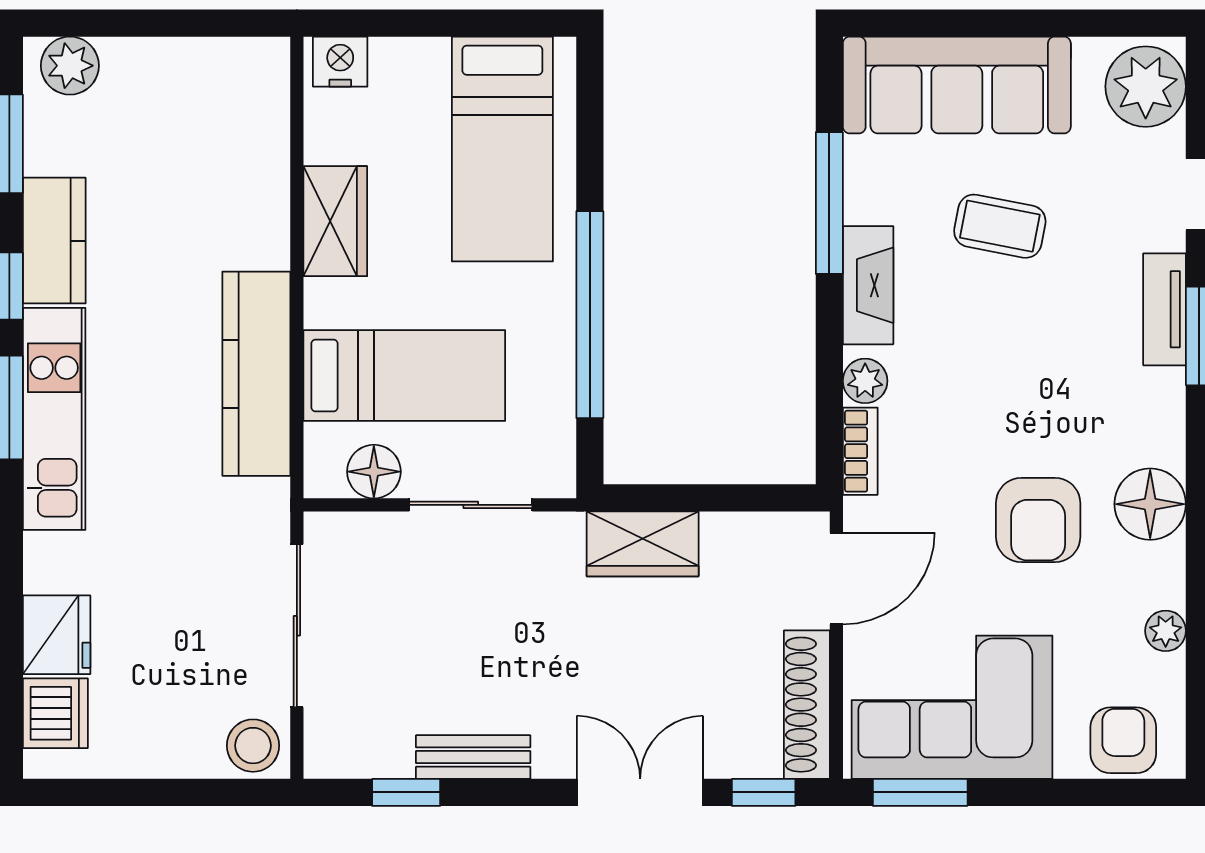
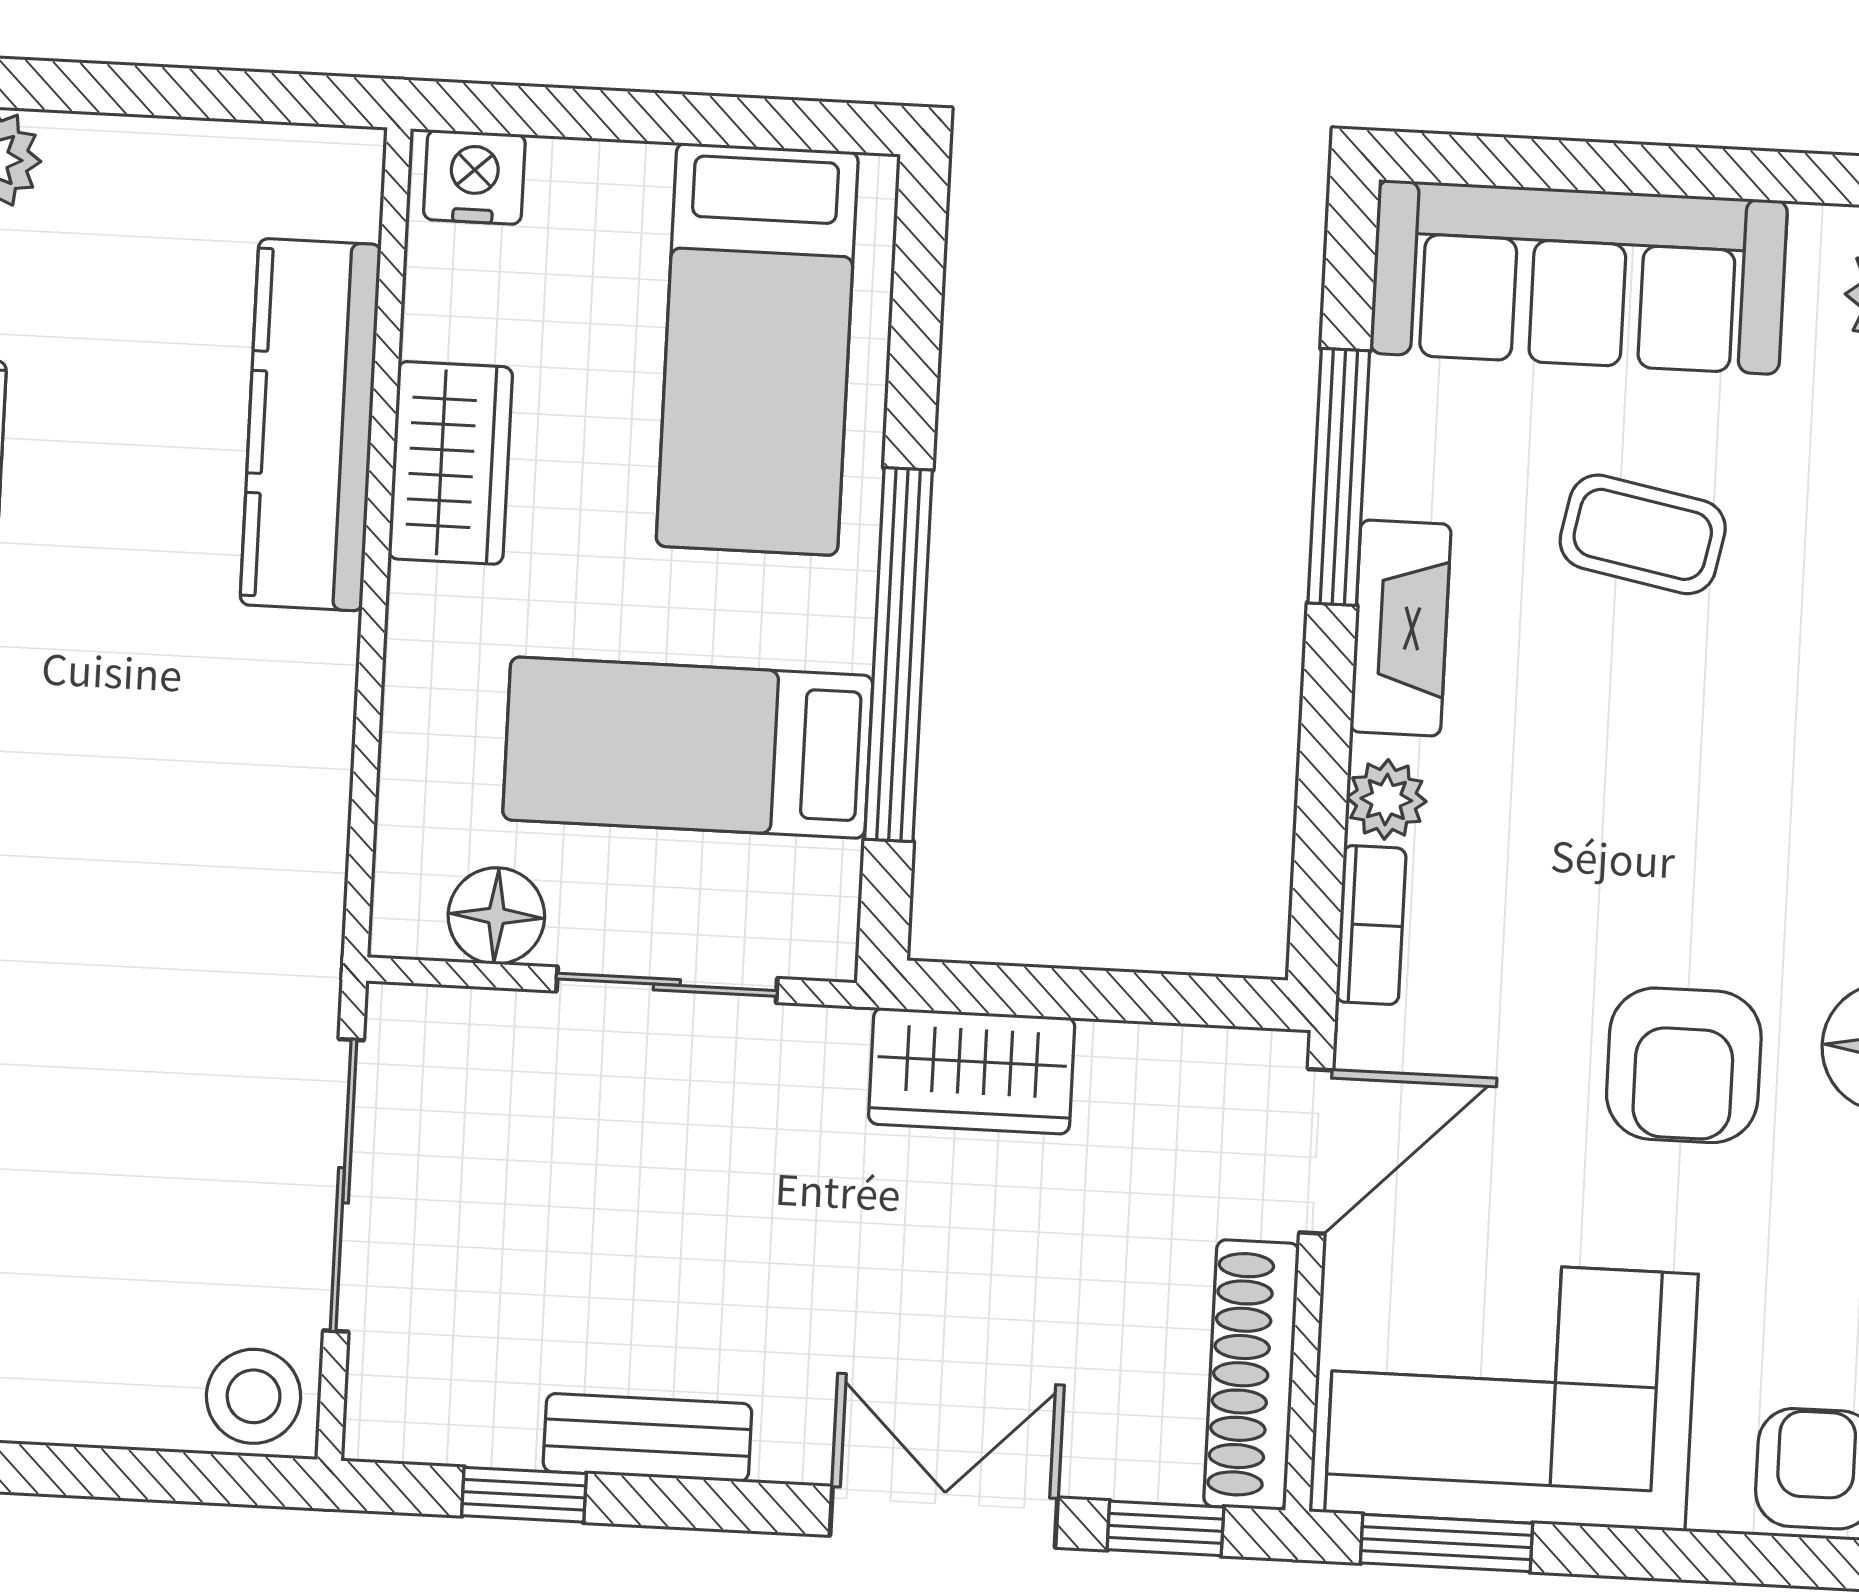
kitchen counter: (256, 374) -> (310, 425), moved
bed: (404, 375) -> (688, 748), moved, turned 180

